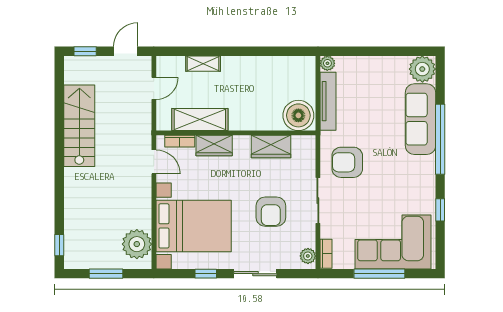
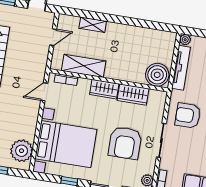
wardrobe: (214, 146) -> (104, 89), moved
door: (154, 162) -> (44, 92), swing flipped
armchair: (271, 212) -> (125, 143), width x1.36, depth x1.36

